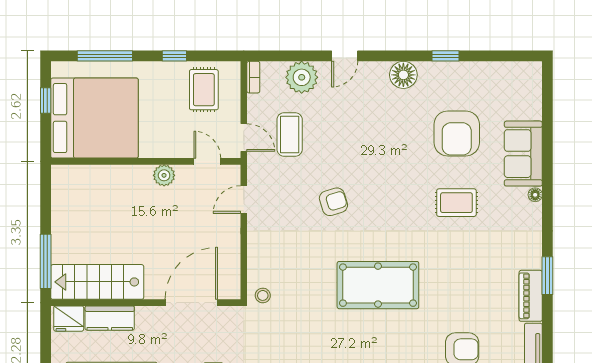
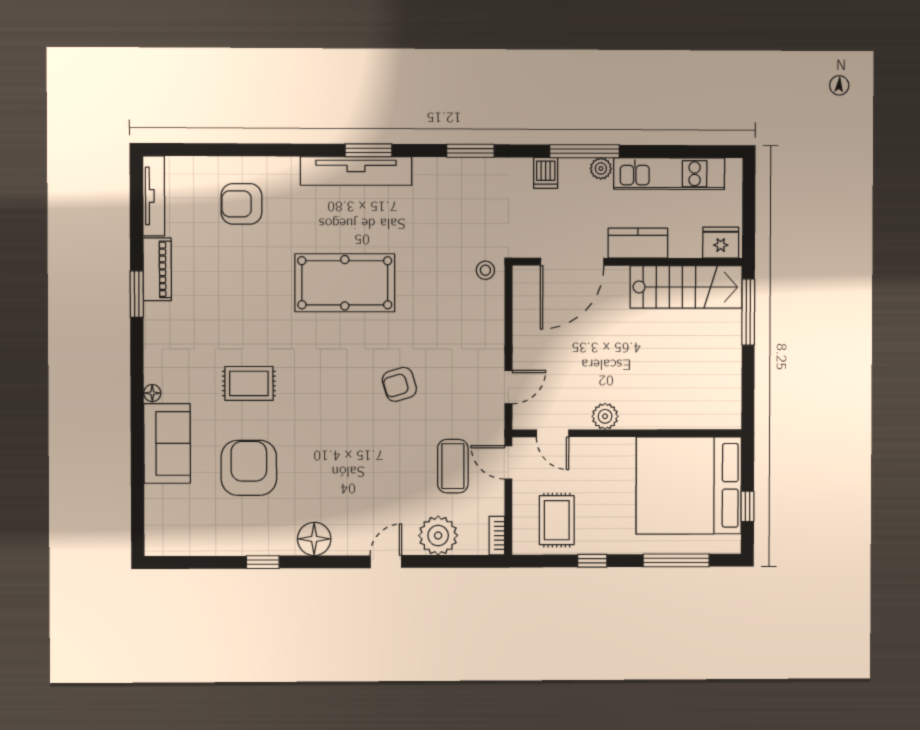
kitchen counter: (110, 318) -> (638, 243), moved

